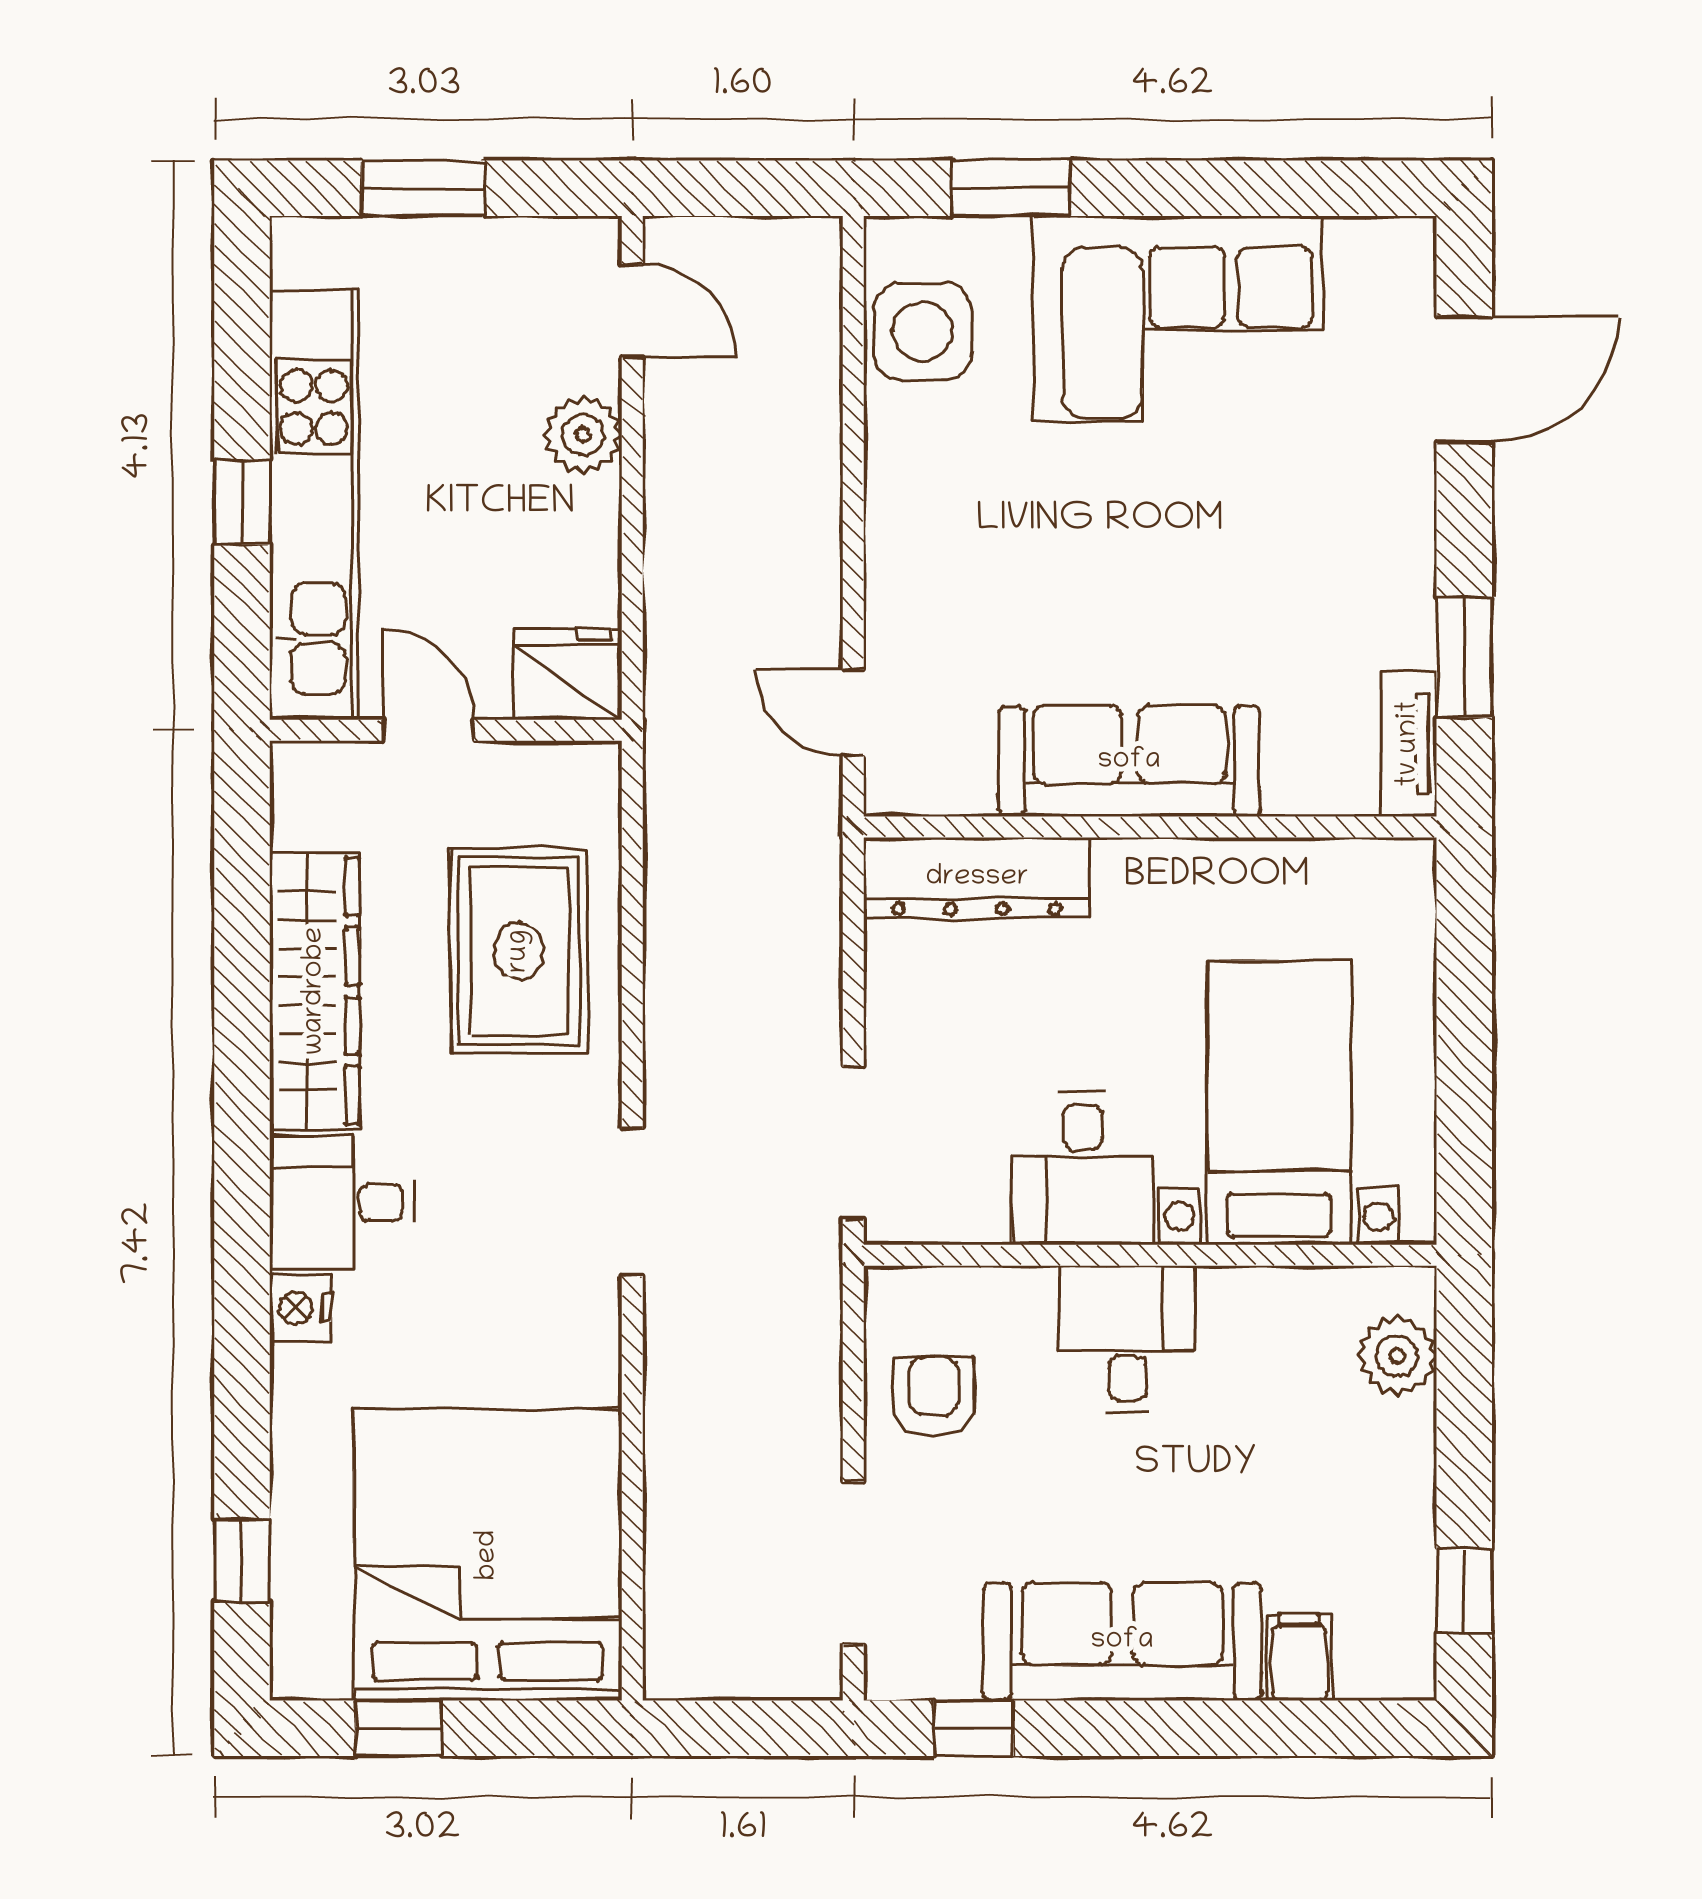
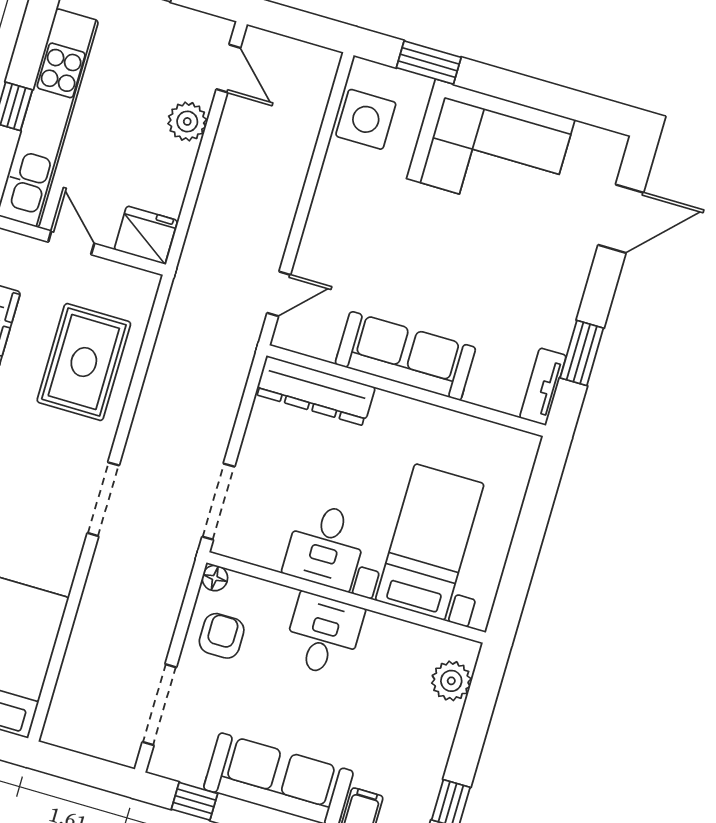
door: (853, 713) -> (279, 294), swing flipped
floor lamp: (889, 1291) -> (215, 578), added

